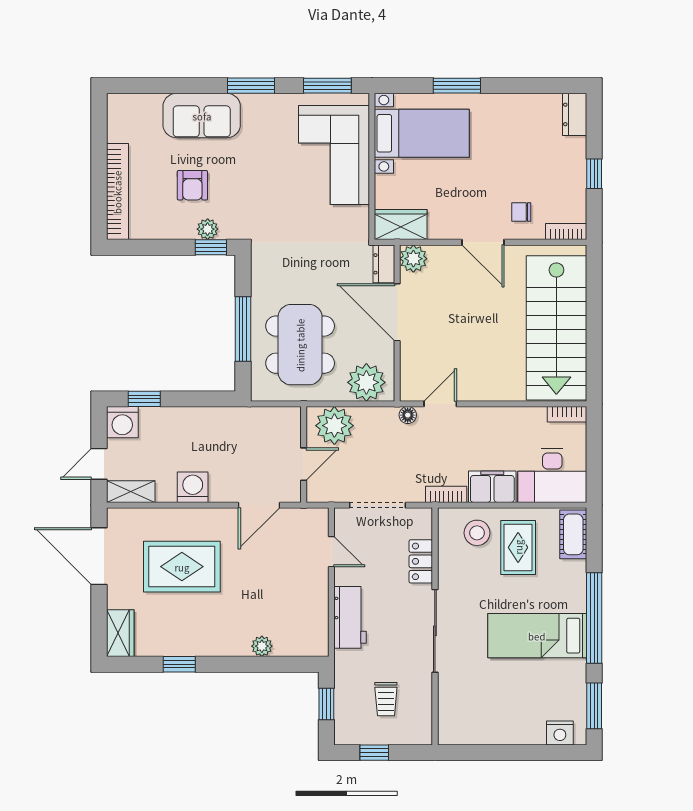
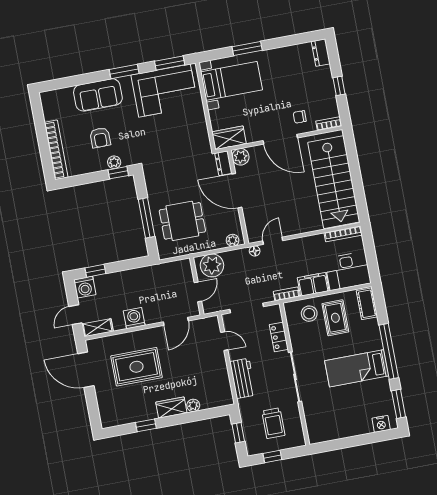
corner sofa: (334, 155) -> (164, 91), moved, turned -90
door: (483, 242) -> (280, 139), width x1.36
dining table: (300, 345) -> (182, 221), width x0.73
plant: (366, 382) -> (233, 240), width x0.53, depth x0.53
bookcase: (567, 414) -> (343, 234), width x1.56
wardrobe: (120, 633) -> (171, 408), moved, turned -90
trolley: (386, 699) -> (273, 423), width x1.36, depth x1.39

